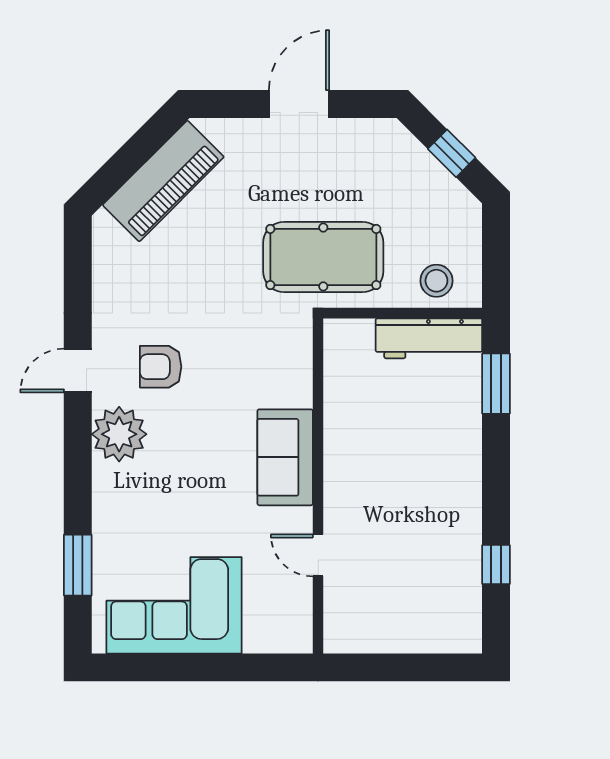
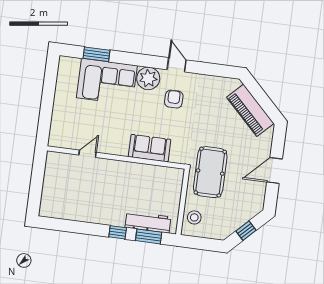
door: (299, 104) -> (275, 170), swing flipped
workbench: (429, 338) -> (148, 222), moved, turned 90
sofa: (285, 457) -> (150, 148), moved
window: (496, 565) -> (118, 232), moved
corner sofa: (174, 605) -> (107, 82), moved, turned 90

